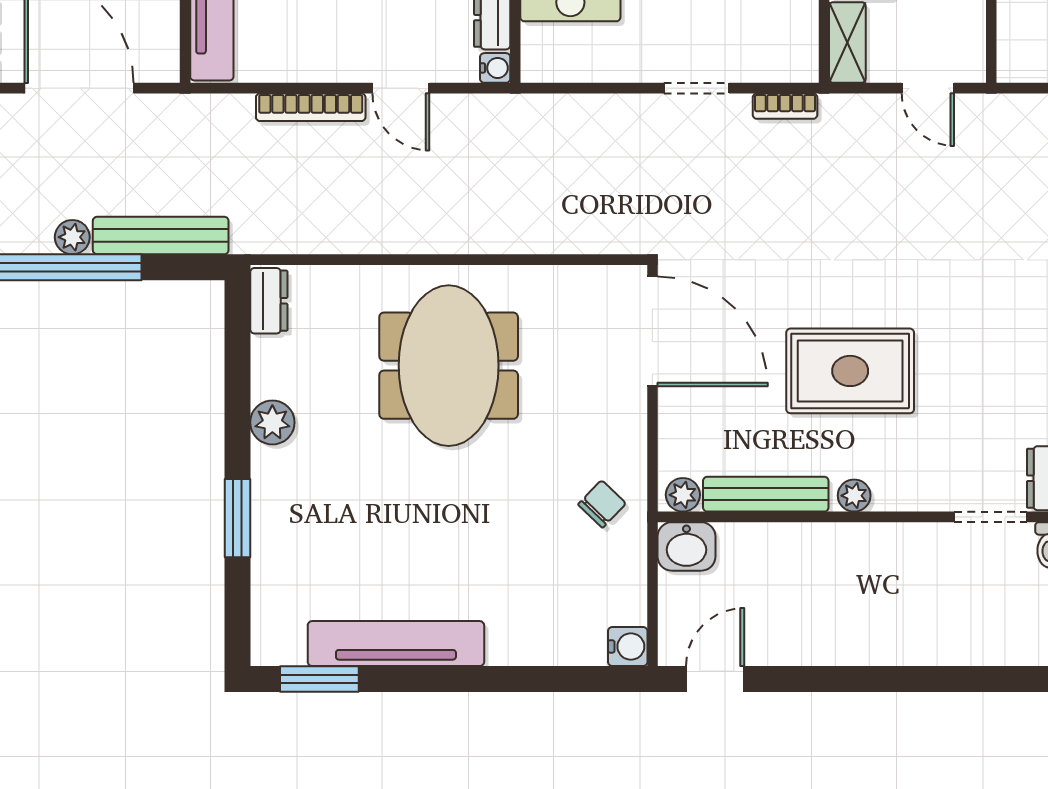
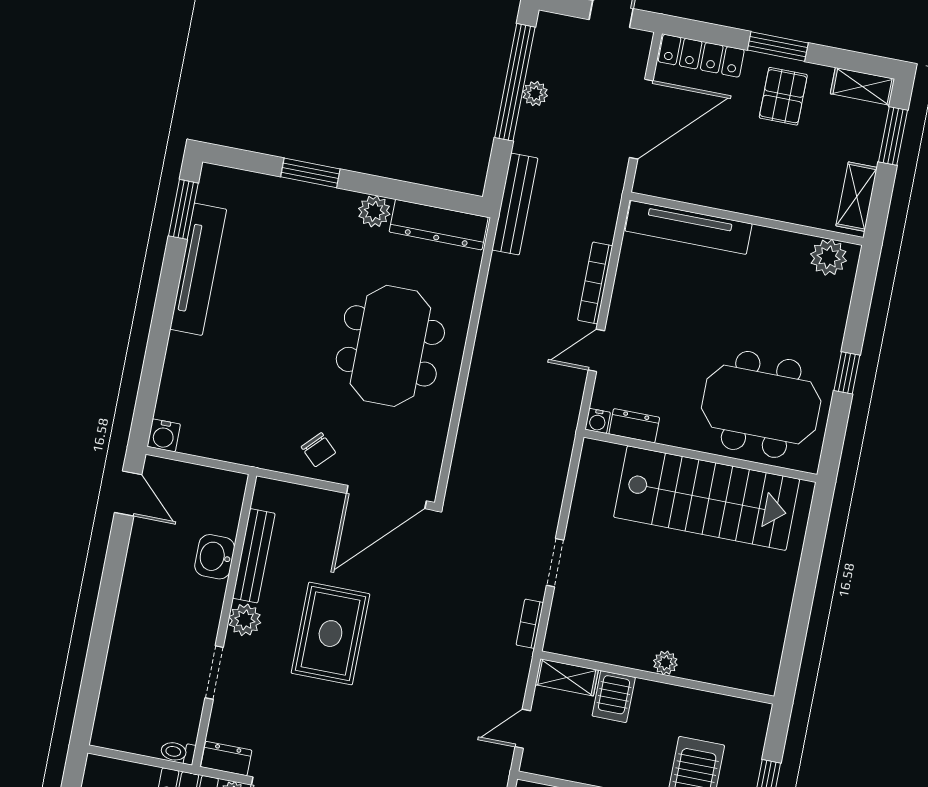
bench: (161, 236) -> (515, 204), moved
dresser: (269, 301) -> (439, 225), width x1.96, depth x1.24
meeting table: (449, 366) -> (390, 346), turned 90
plant: (683, 495) -> (265, 496), removed
plant: (854, 496) -> (245, 620), width x1.38, depth x1.38
chair: (602, 504) -> (318, 450), moved
doorway: (991, 517) -> (214, 673), moved
washbasin: (686, 546) -> (215, 557), moved

